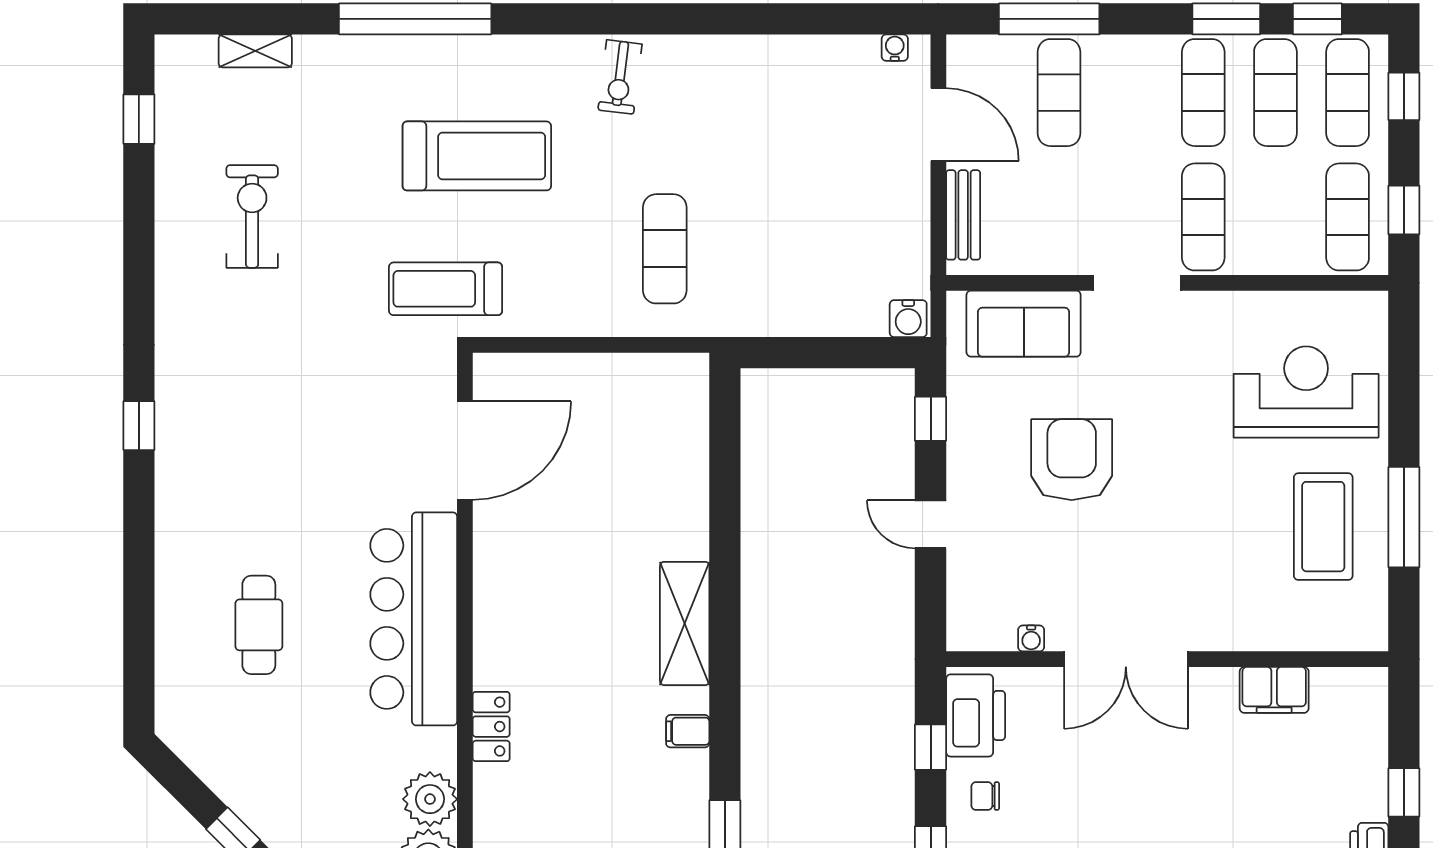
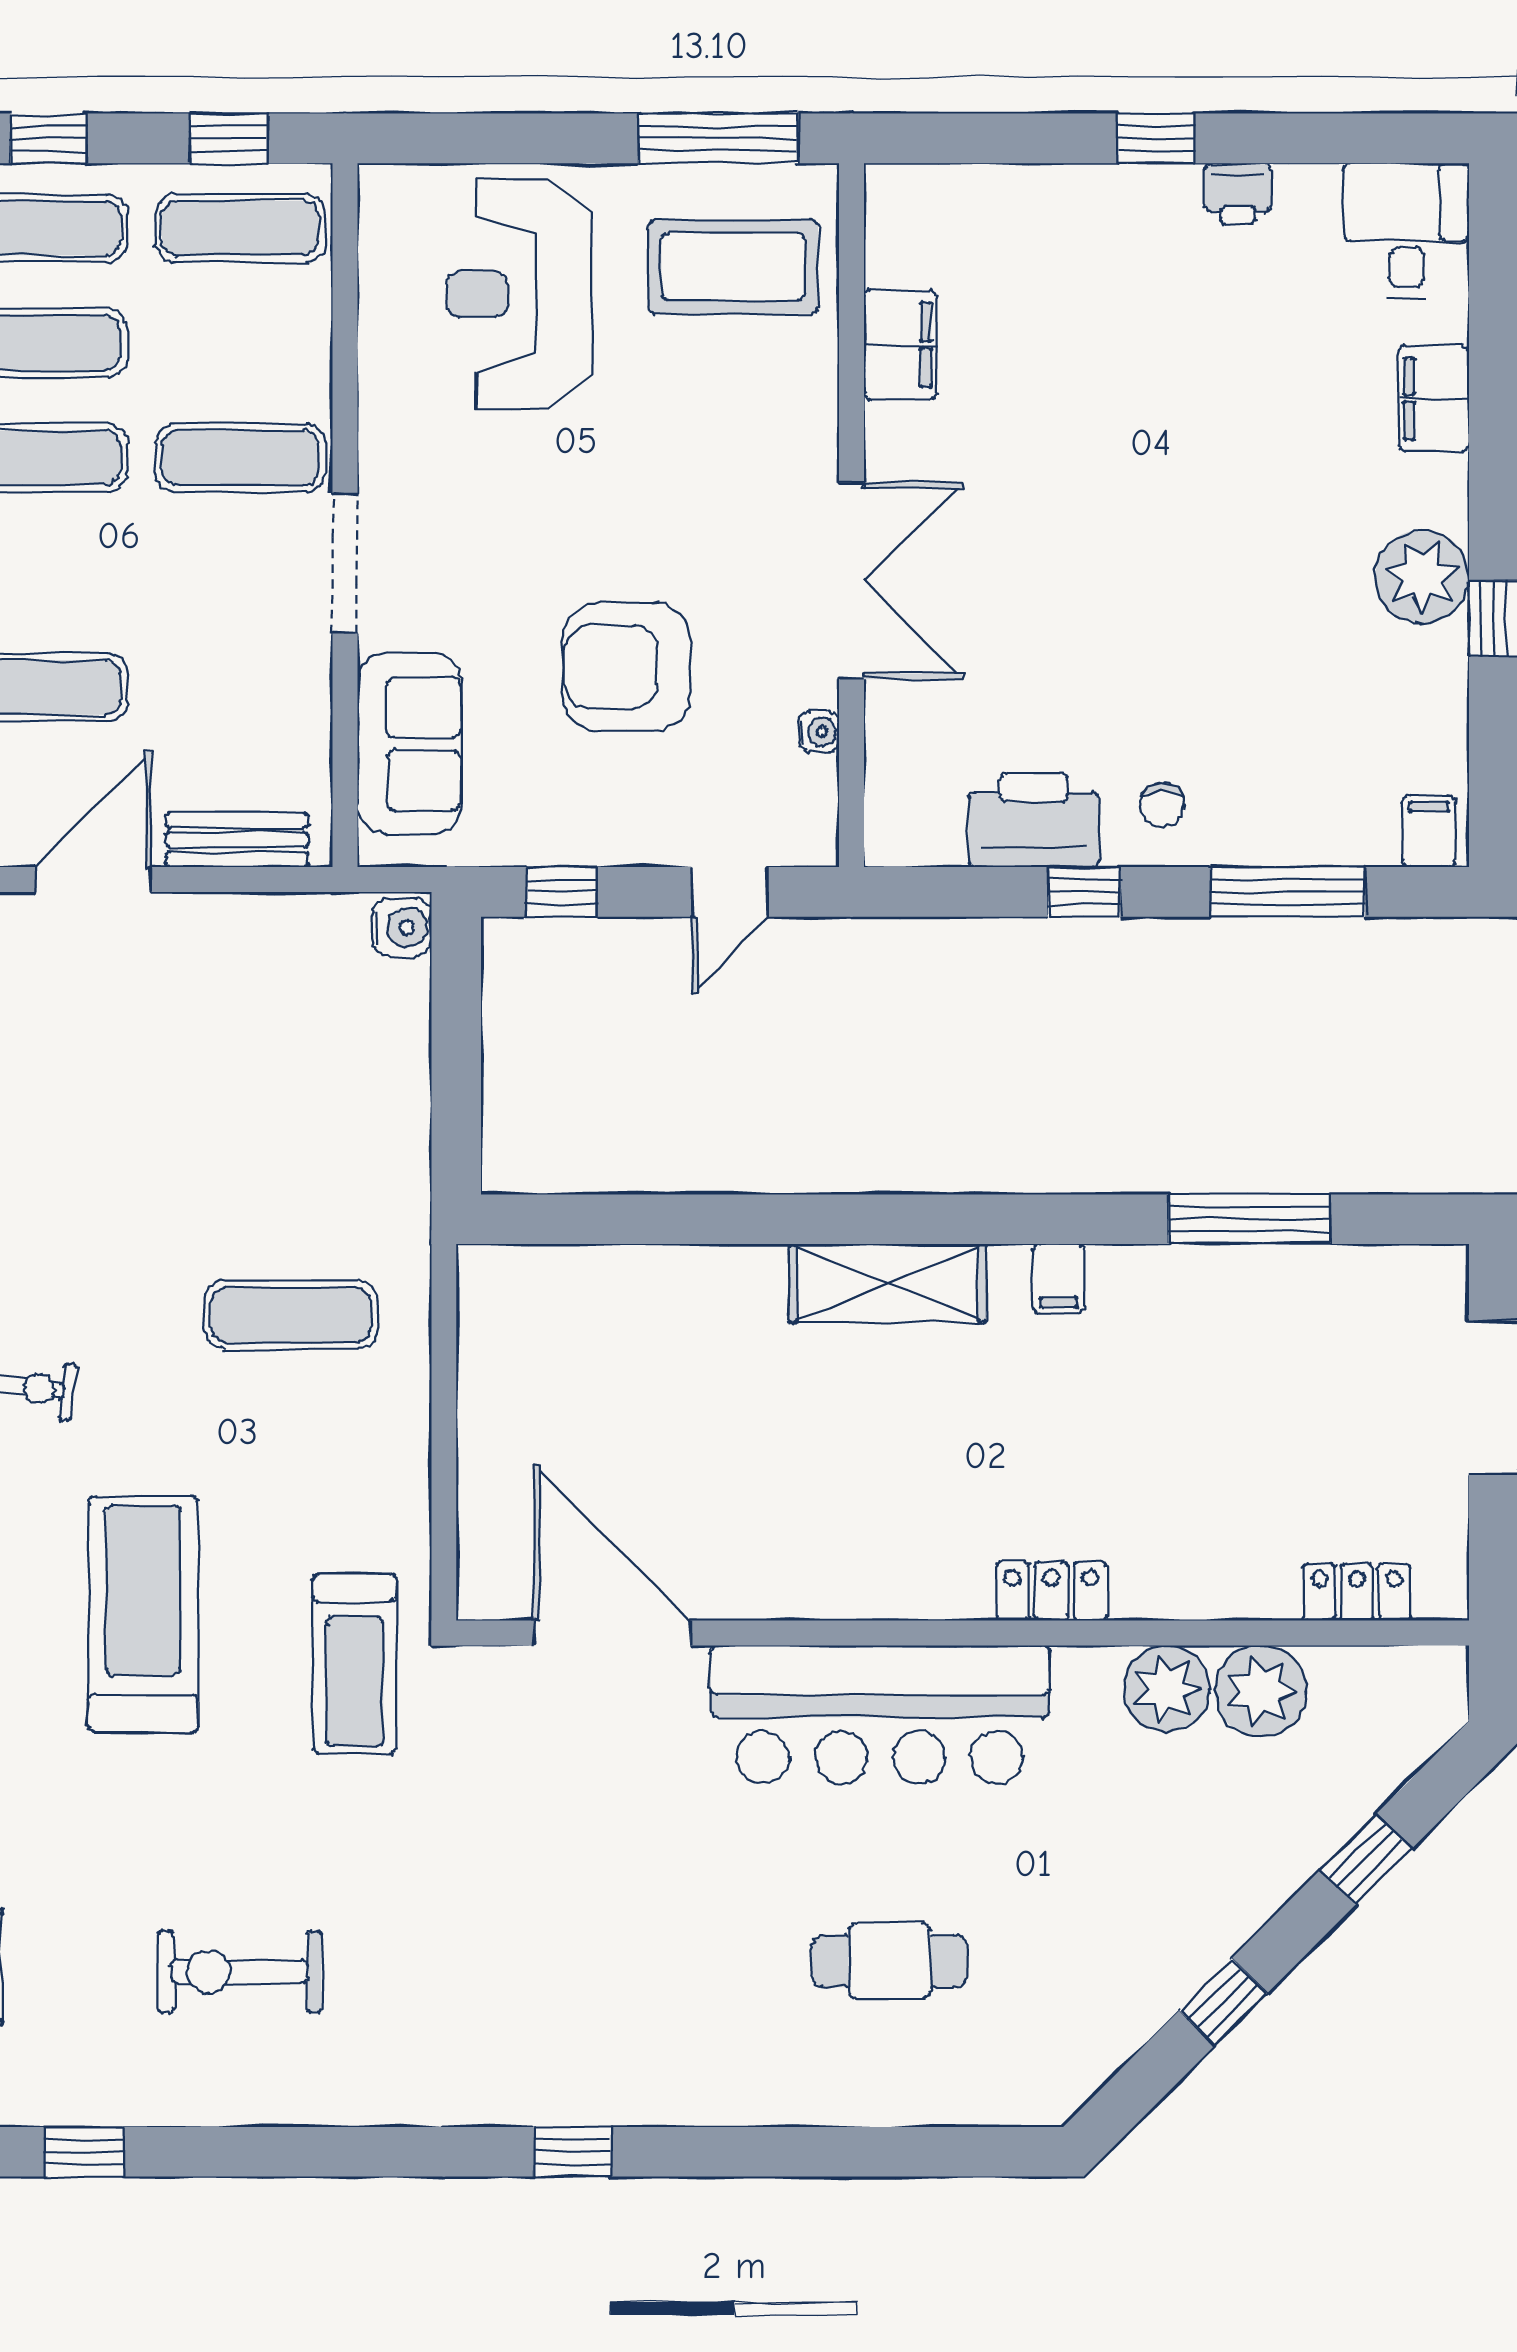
water cooler: (1031, 638) -> (819, 732), moved
double door: (1126, 659) -> (851, 581), moved
wall: (1167, 659) -> (851, 515), moved
filing cabinet: (1274, 690) -> (900, 345), moved

